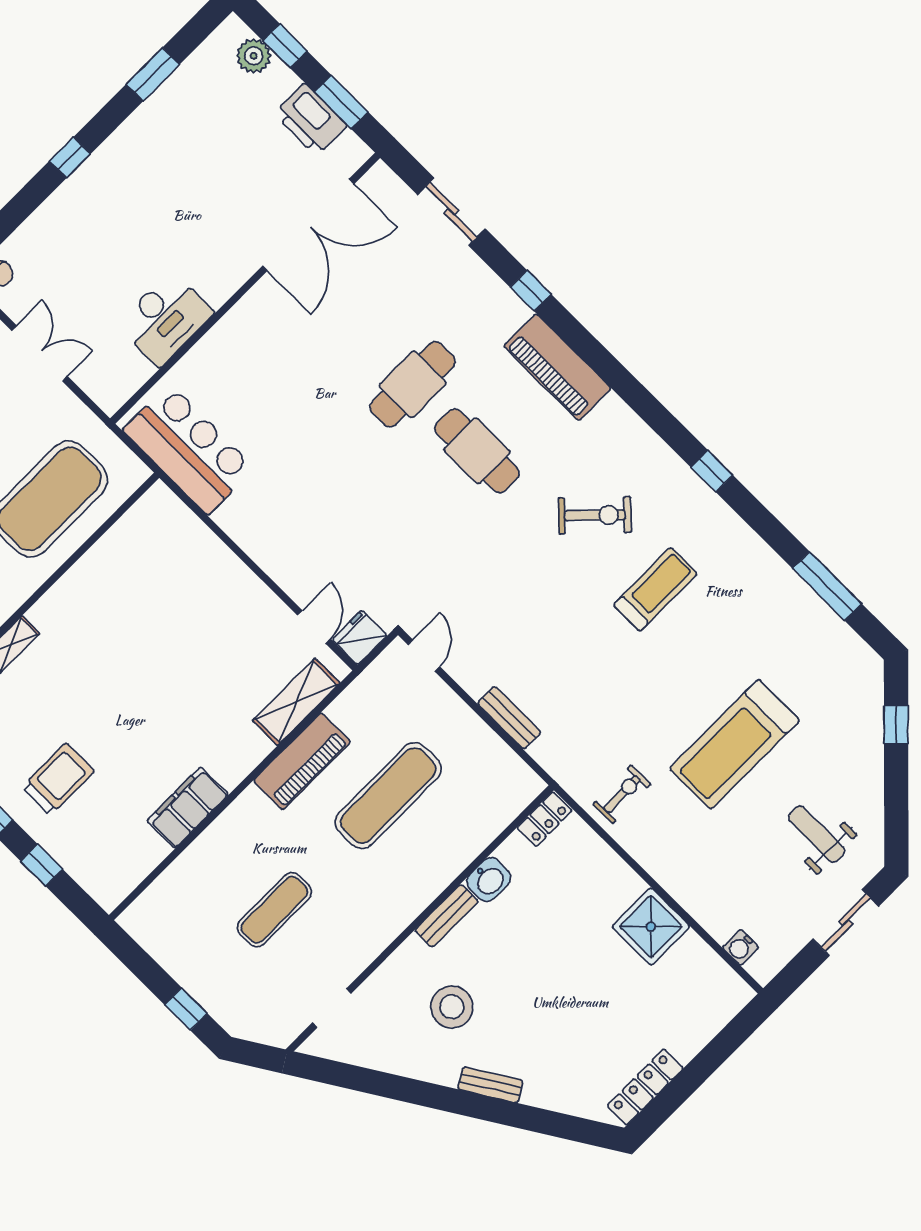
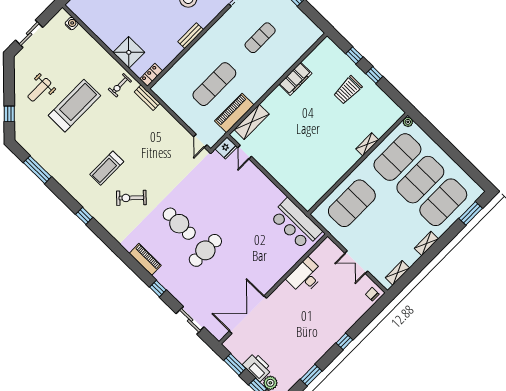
printer: (311, 120) -> (257, 367), moved
piano: (557, 367) -> (145, 259), width x0.73, depth x0.75
bench: (509, 718) -> (147, 98), moved
piano: (302, 761) -> (234, 113), moved
weight bench: (817, 834) -> (39, 90), moved, turned 90
washbasin: (489, 880) -> (174, 50), removed
shower: (651, 926) -> (129, 52), moved

